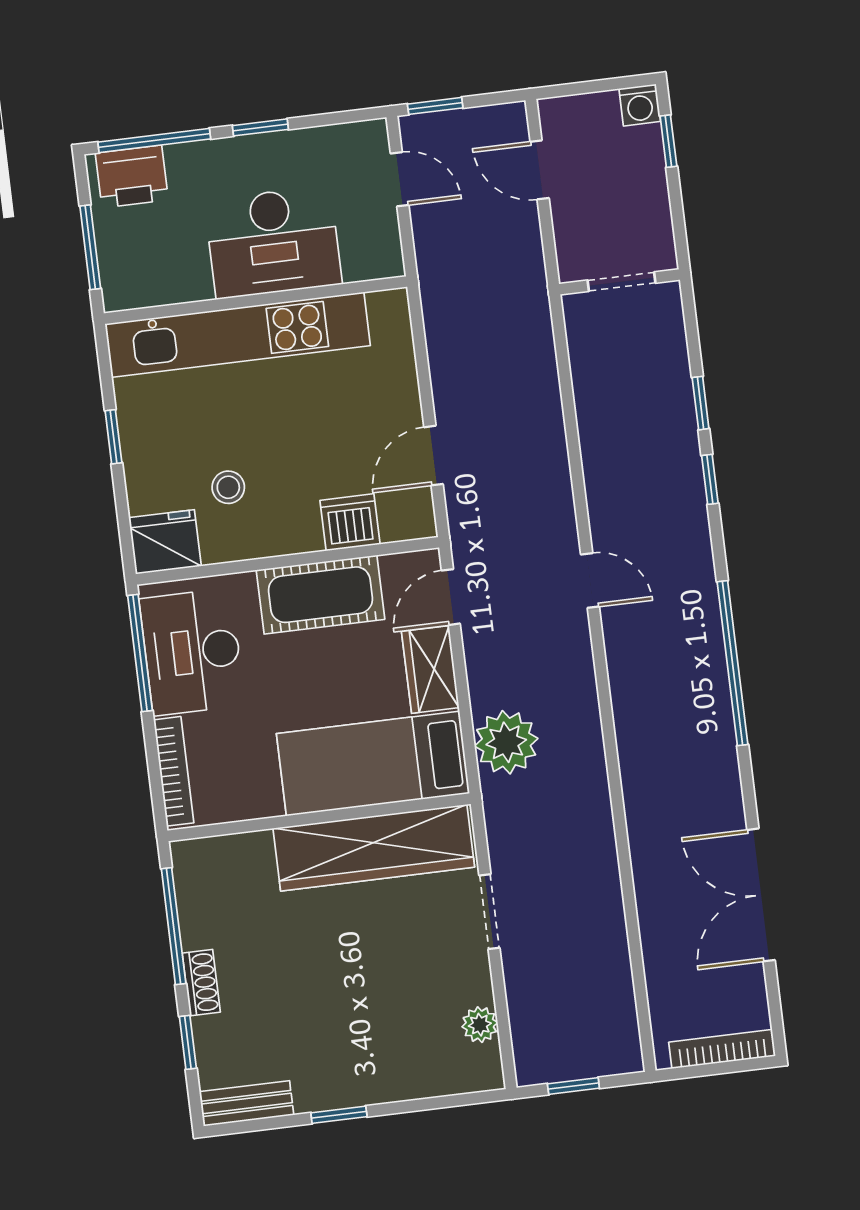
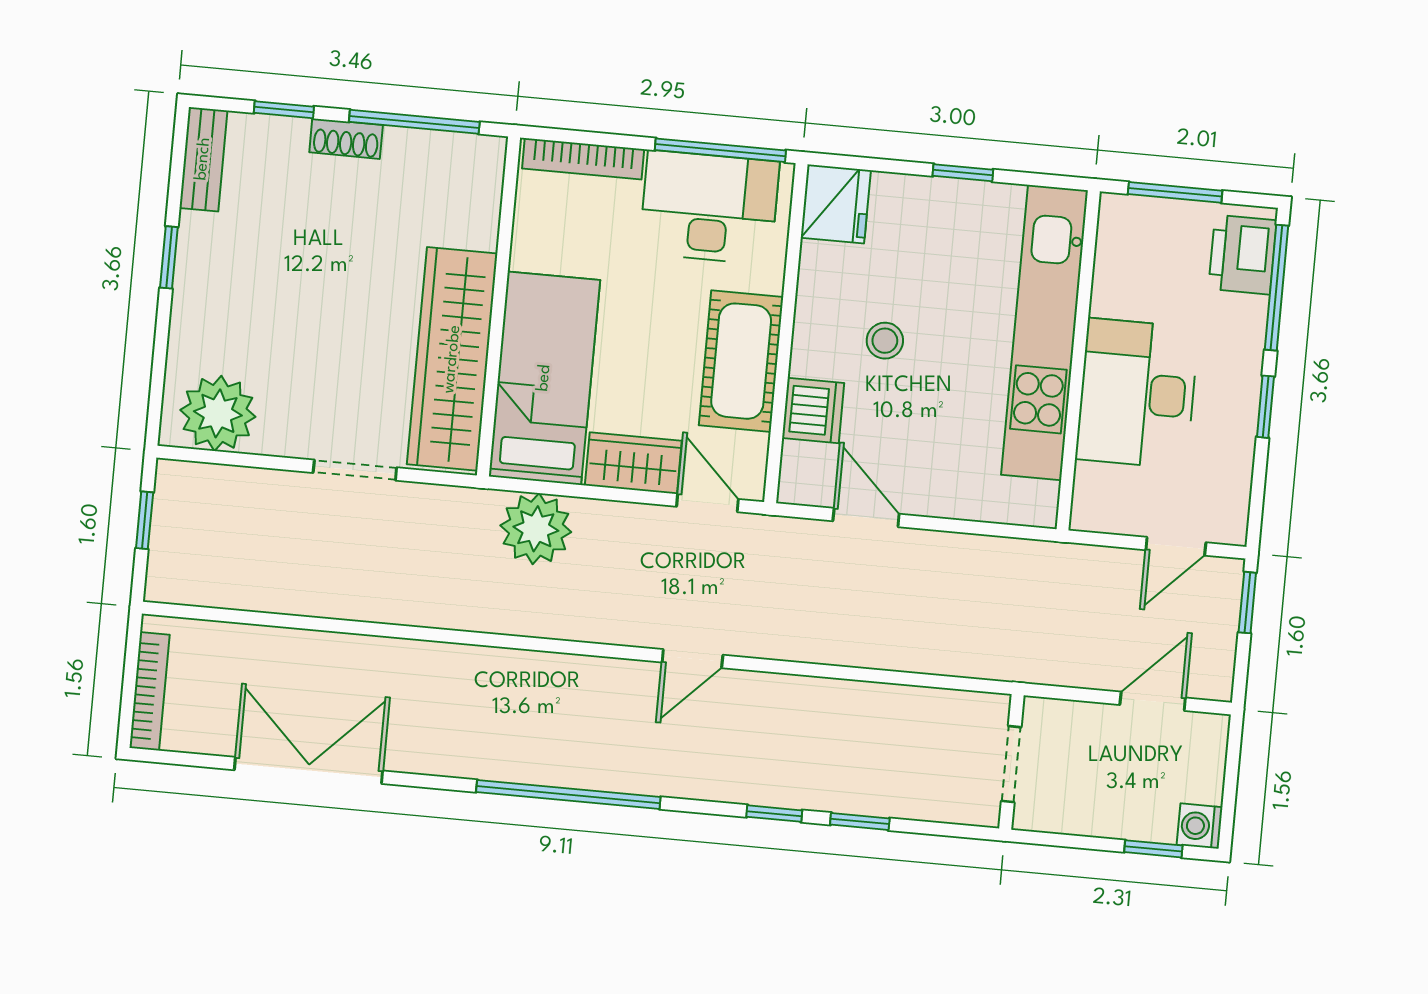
stool: (228, 487) -> (885, 341), moved
plant: (480, 1025) -> (218, 413), width x1.88, depth x1.88

